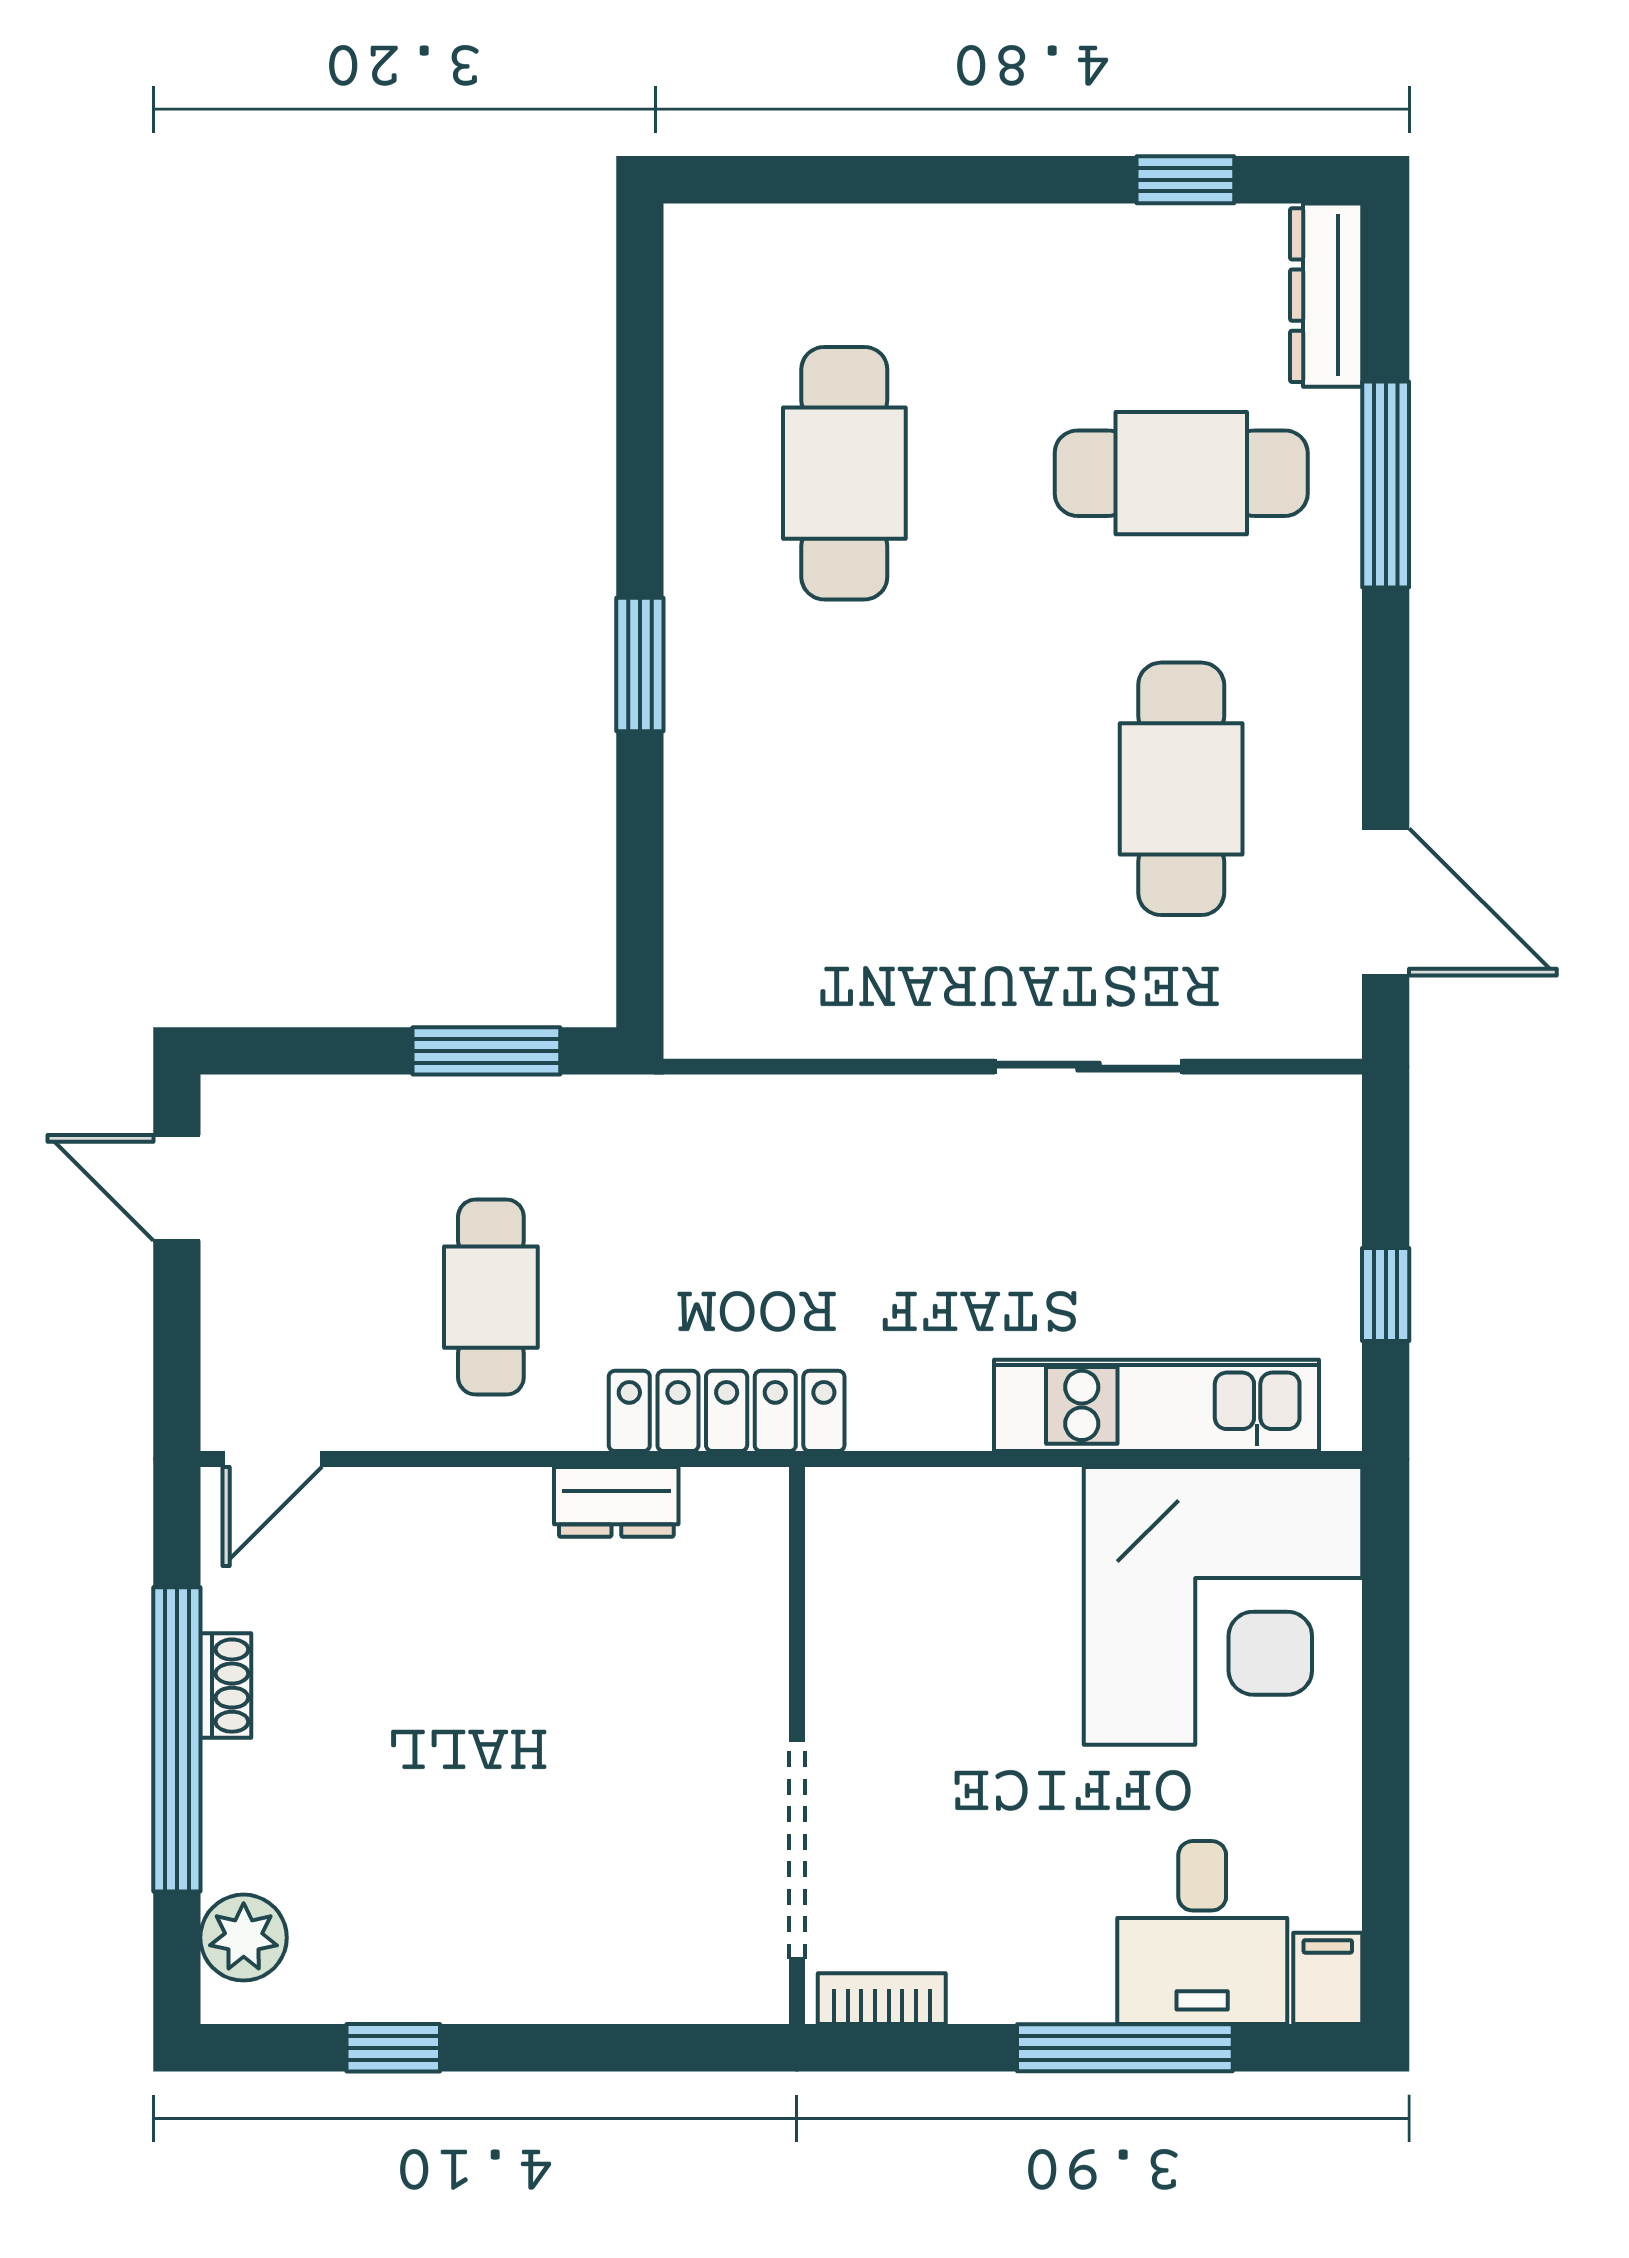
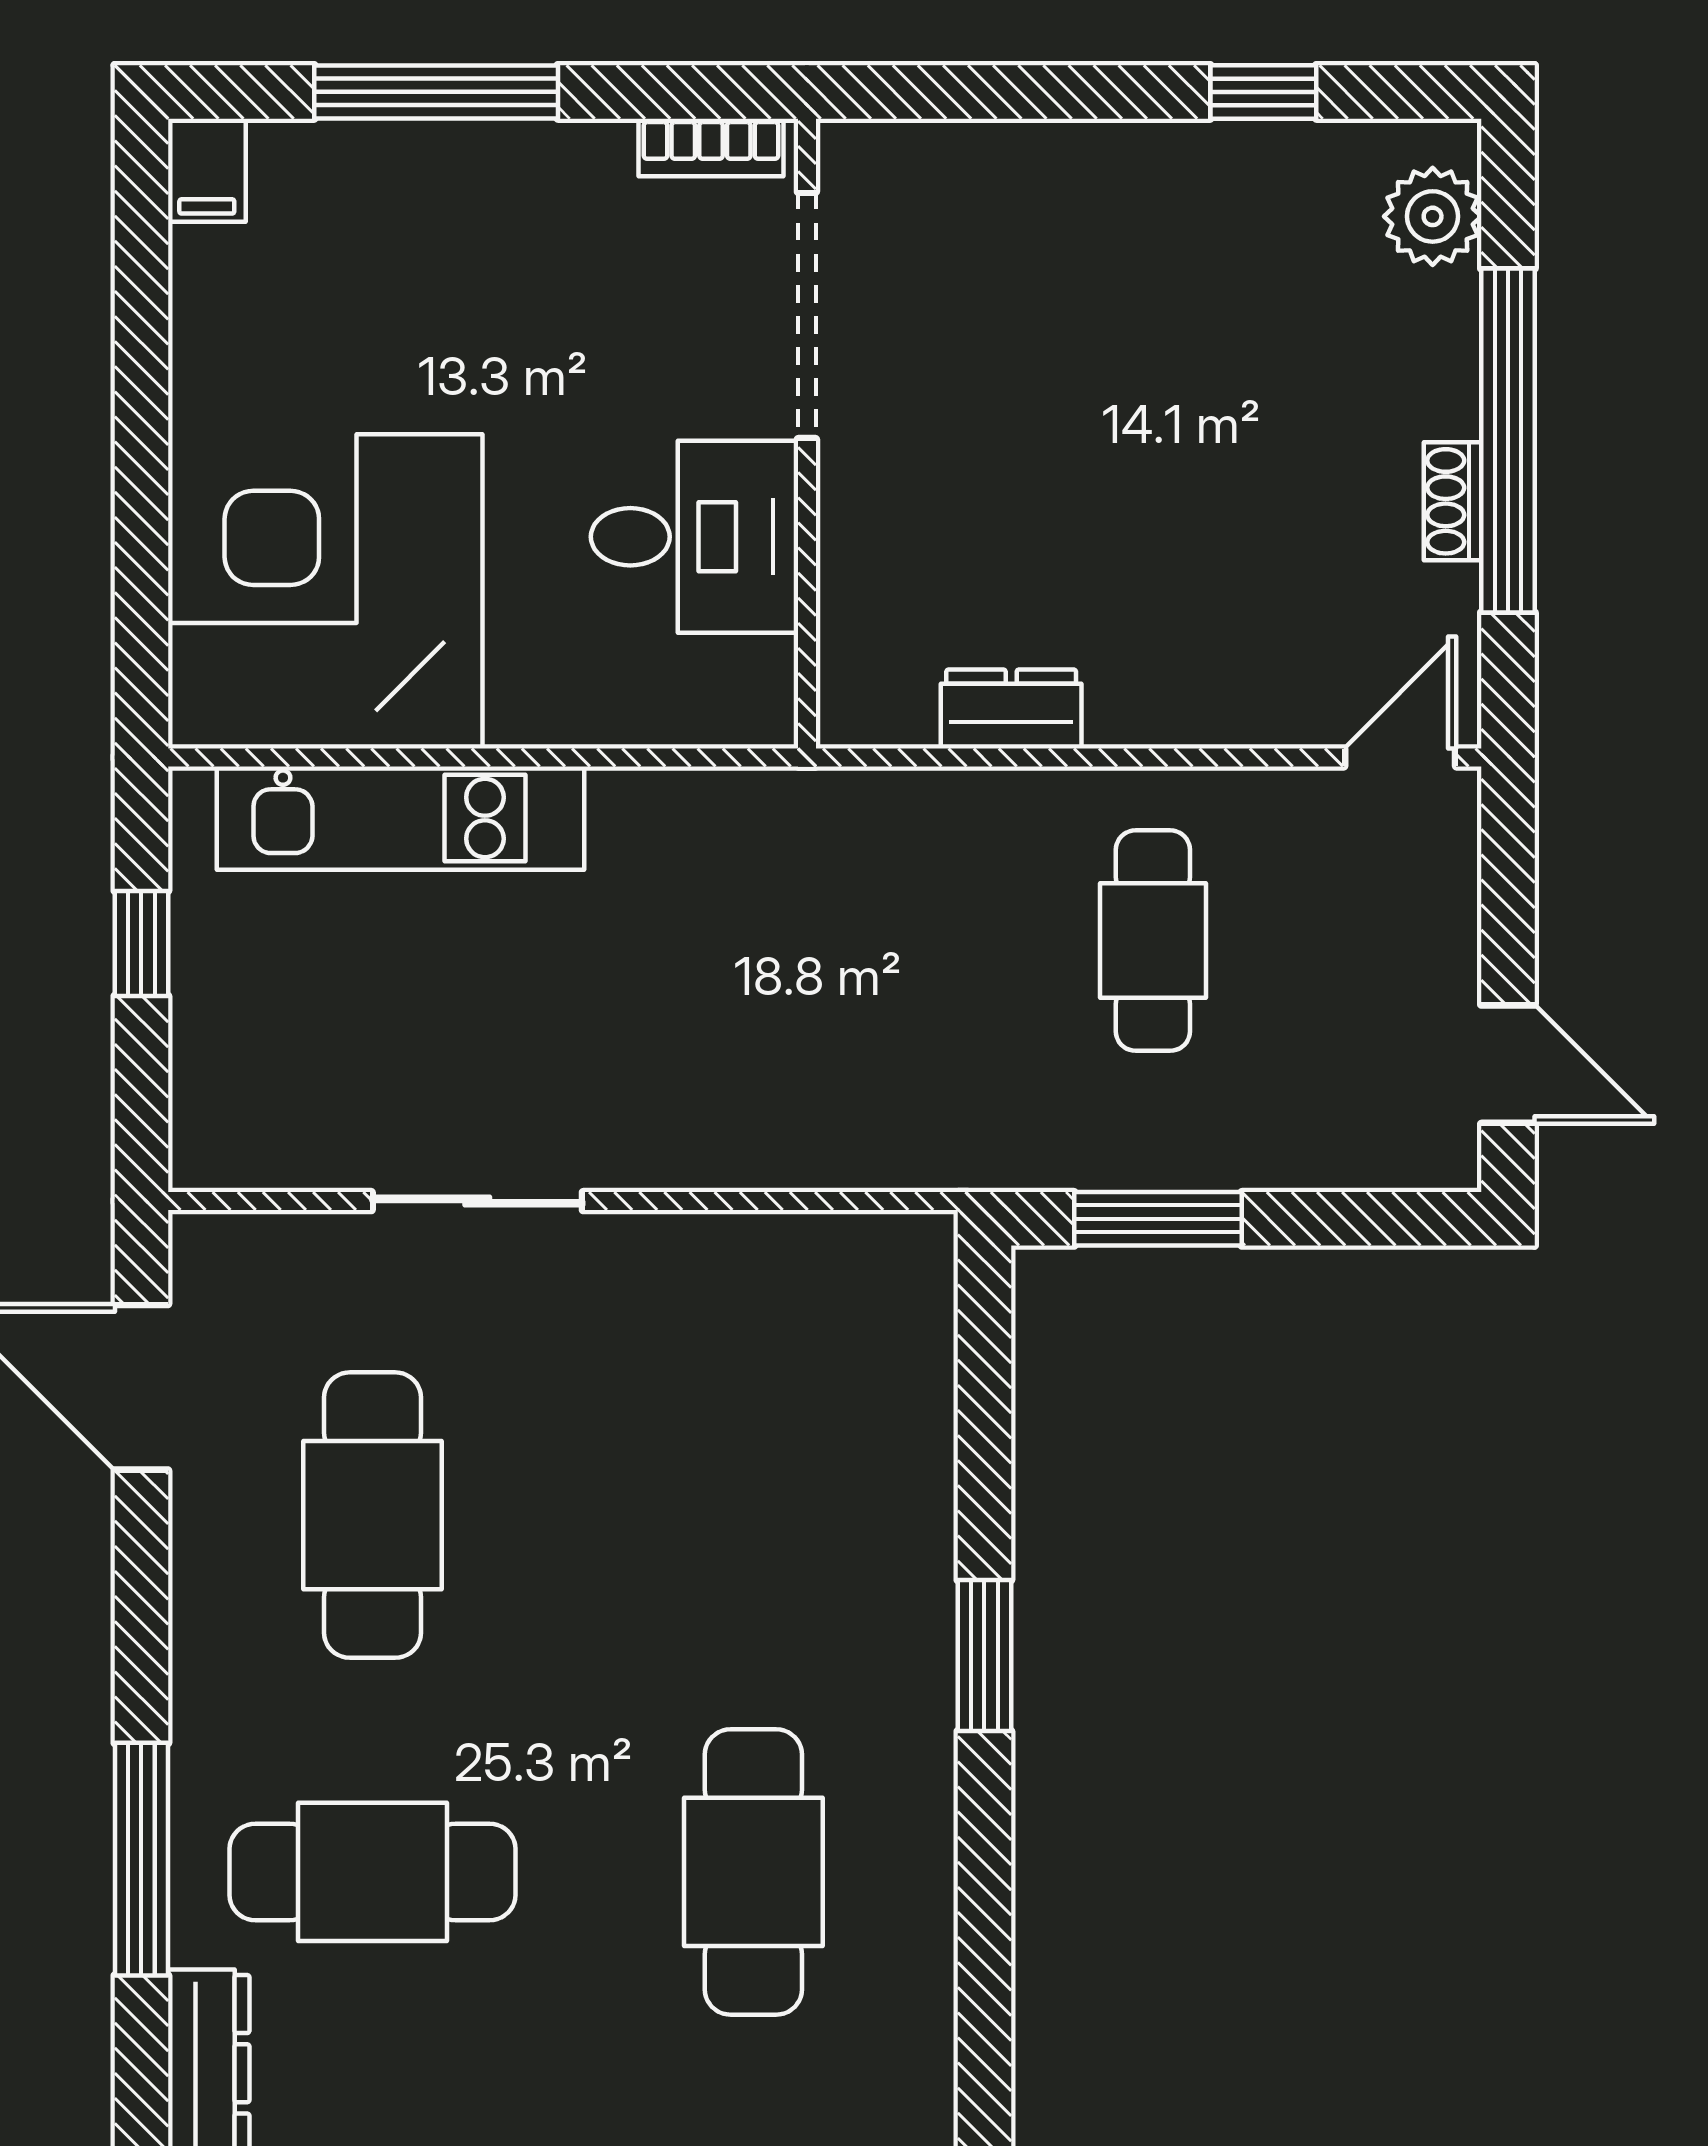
locker: (727, 1411) -> (886, 812), removed
desk: (1202, 1933) -> (695, 537), moved, turned 90

